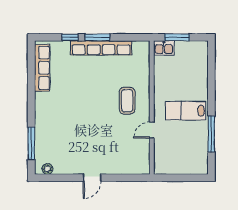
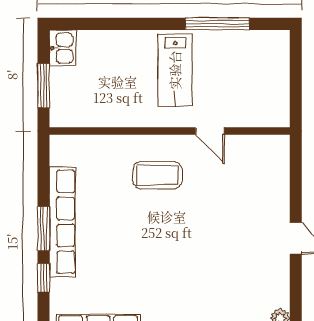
kitchen sink: (164, 48) -> (63, 48), moved

